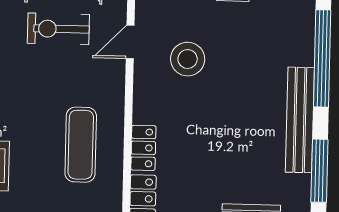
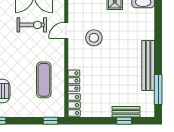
exercise bike: (58, 29) -> (32, 25), turned 180
window: (322, 58) -> (158, 36), removed

